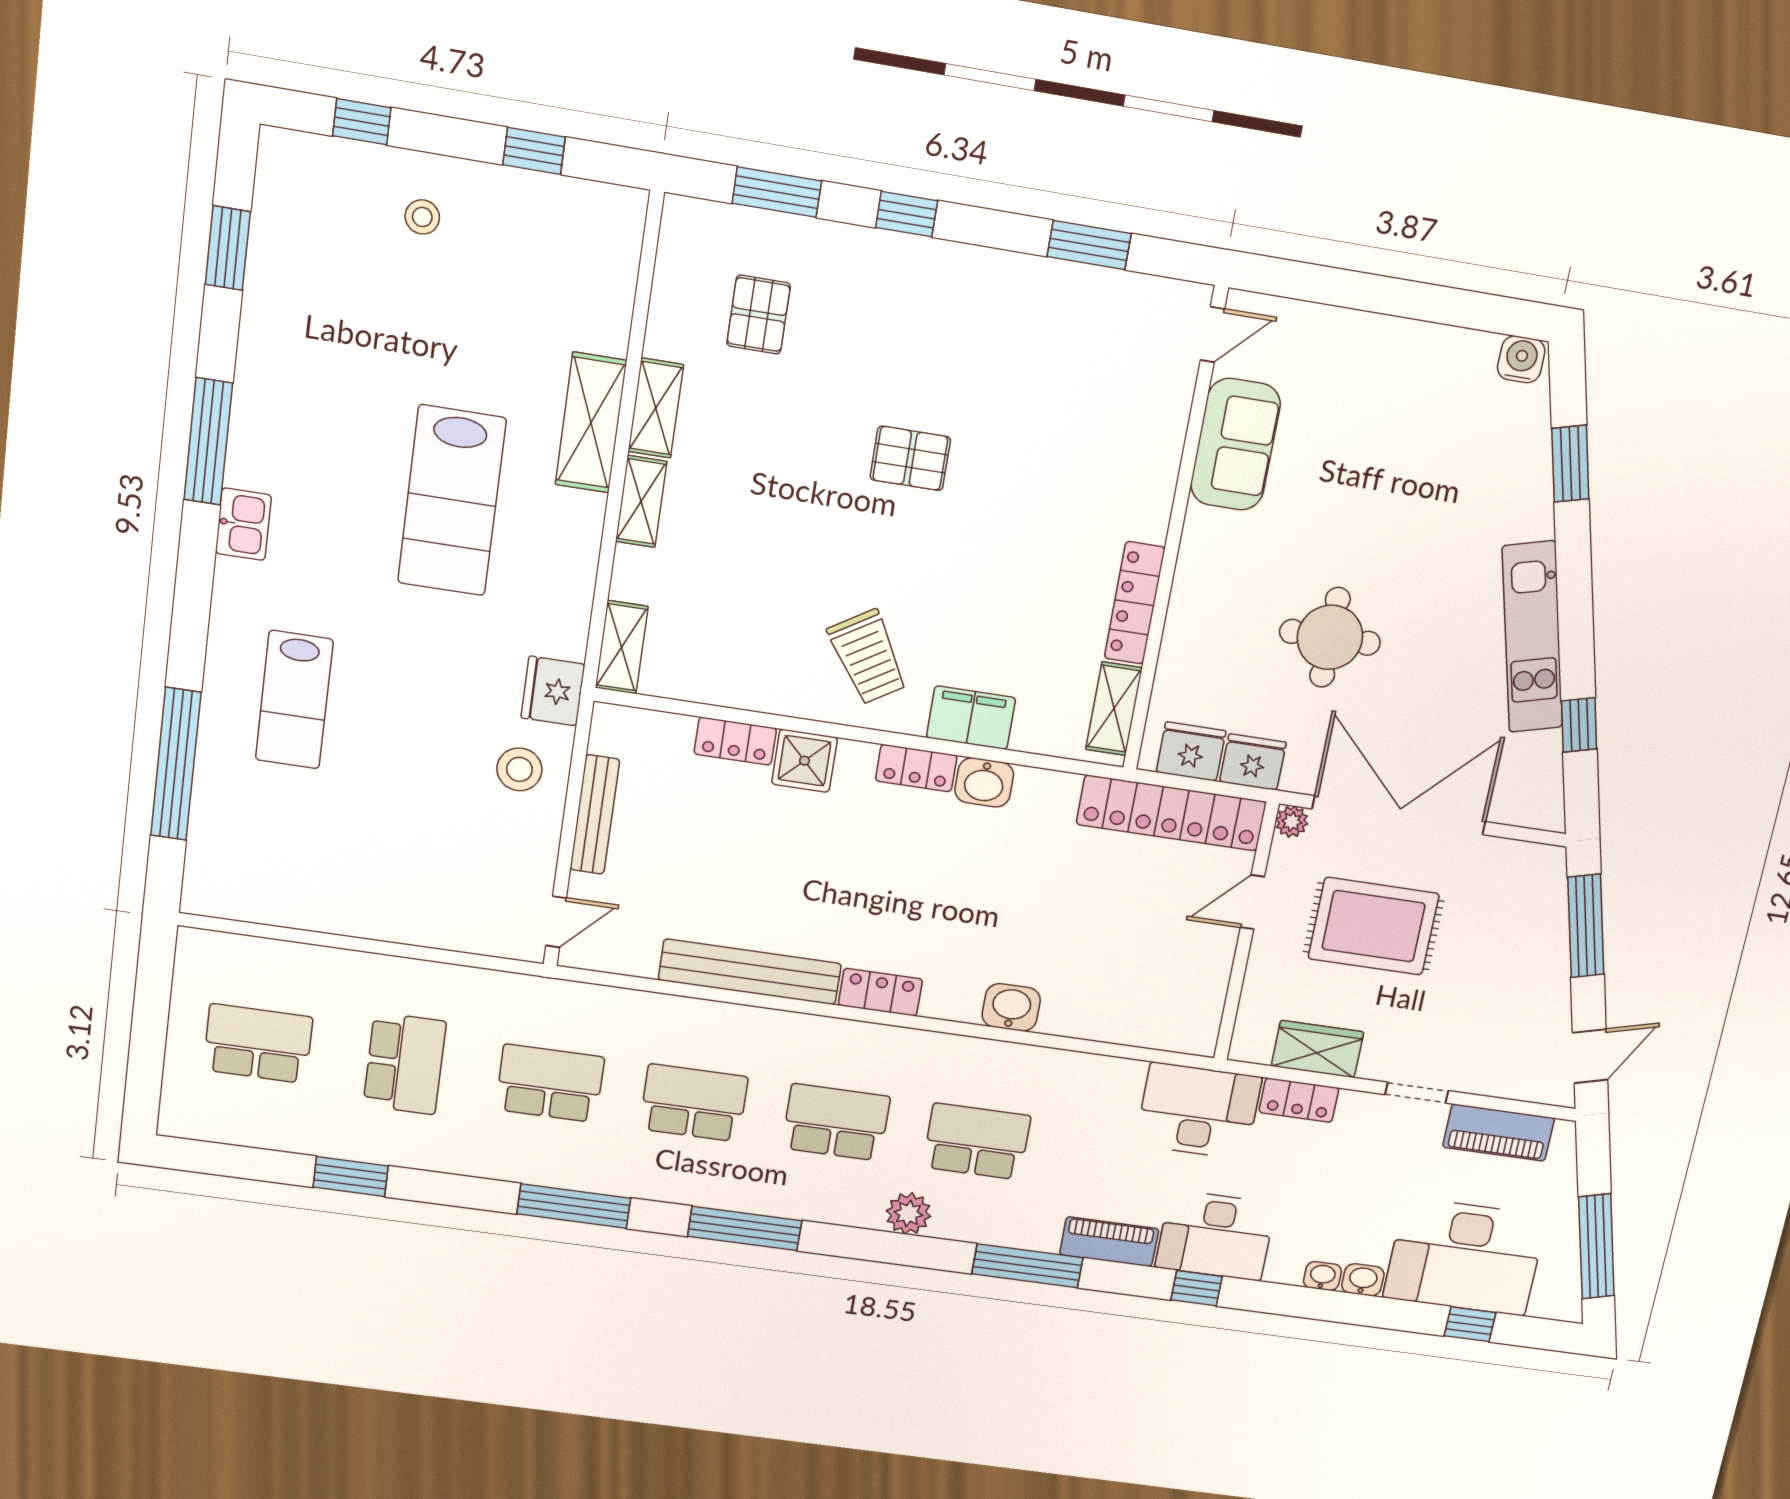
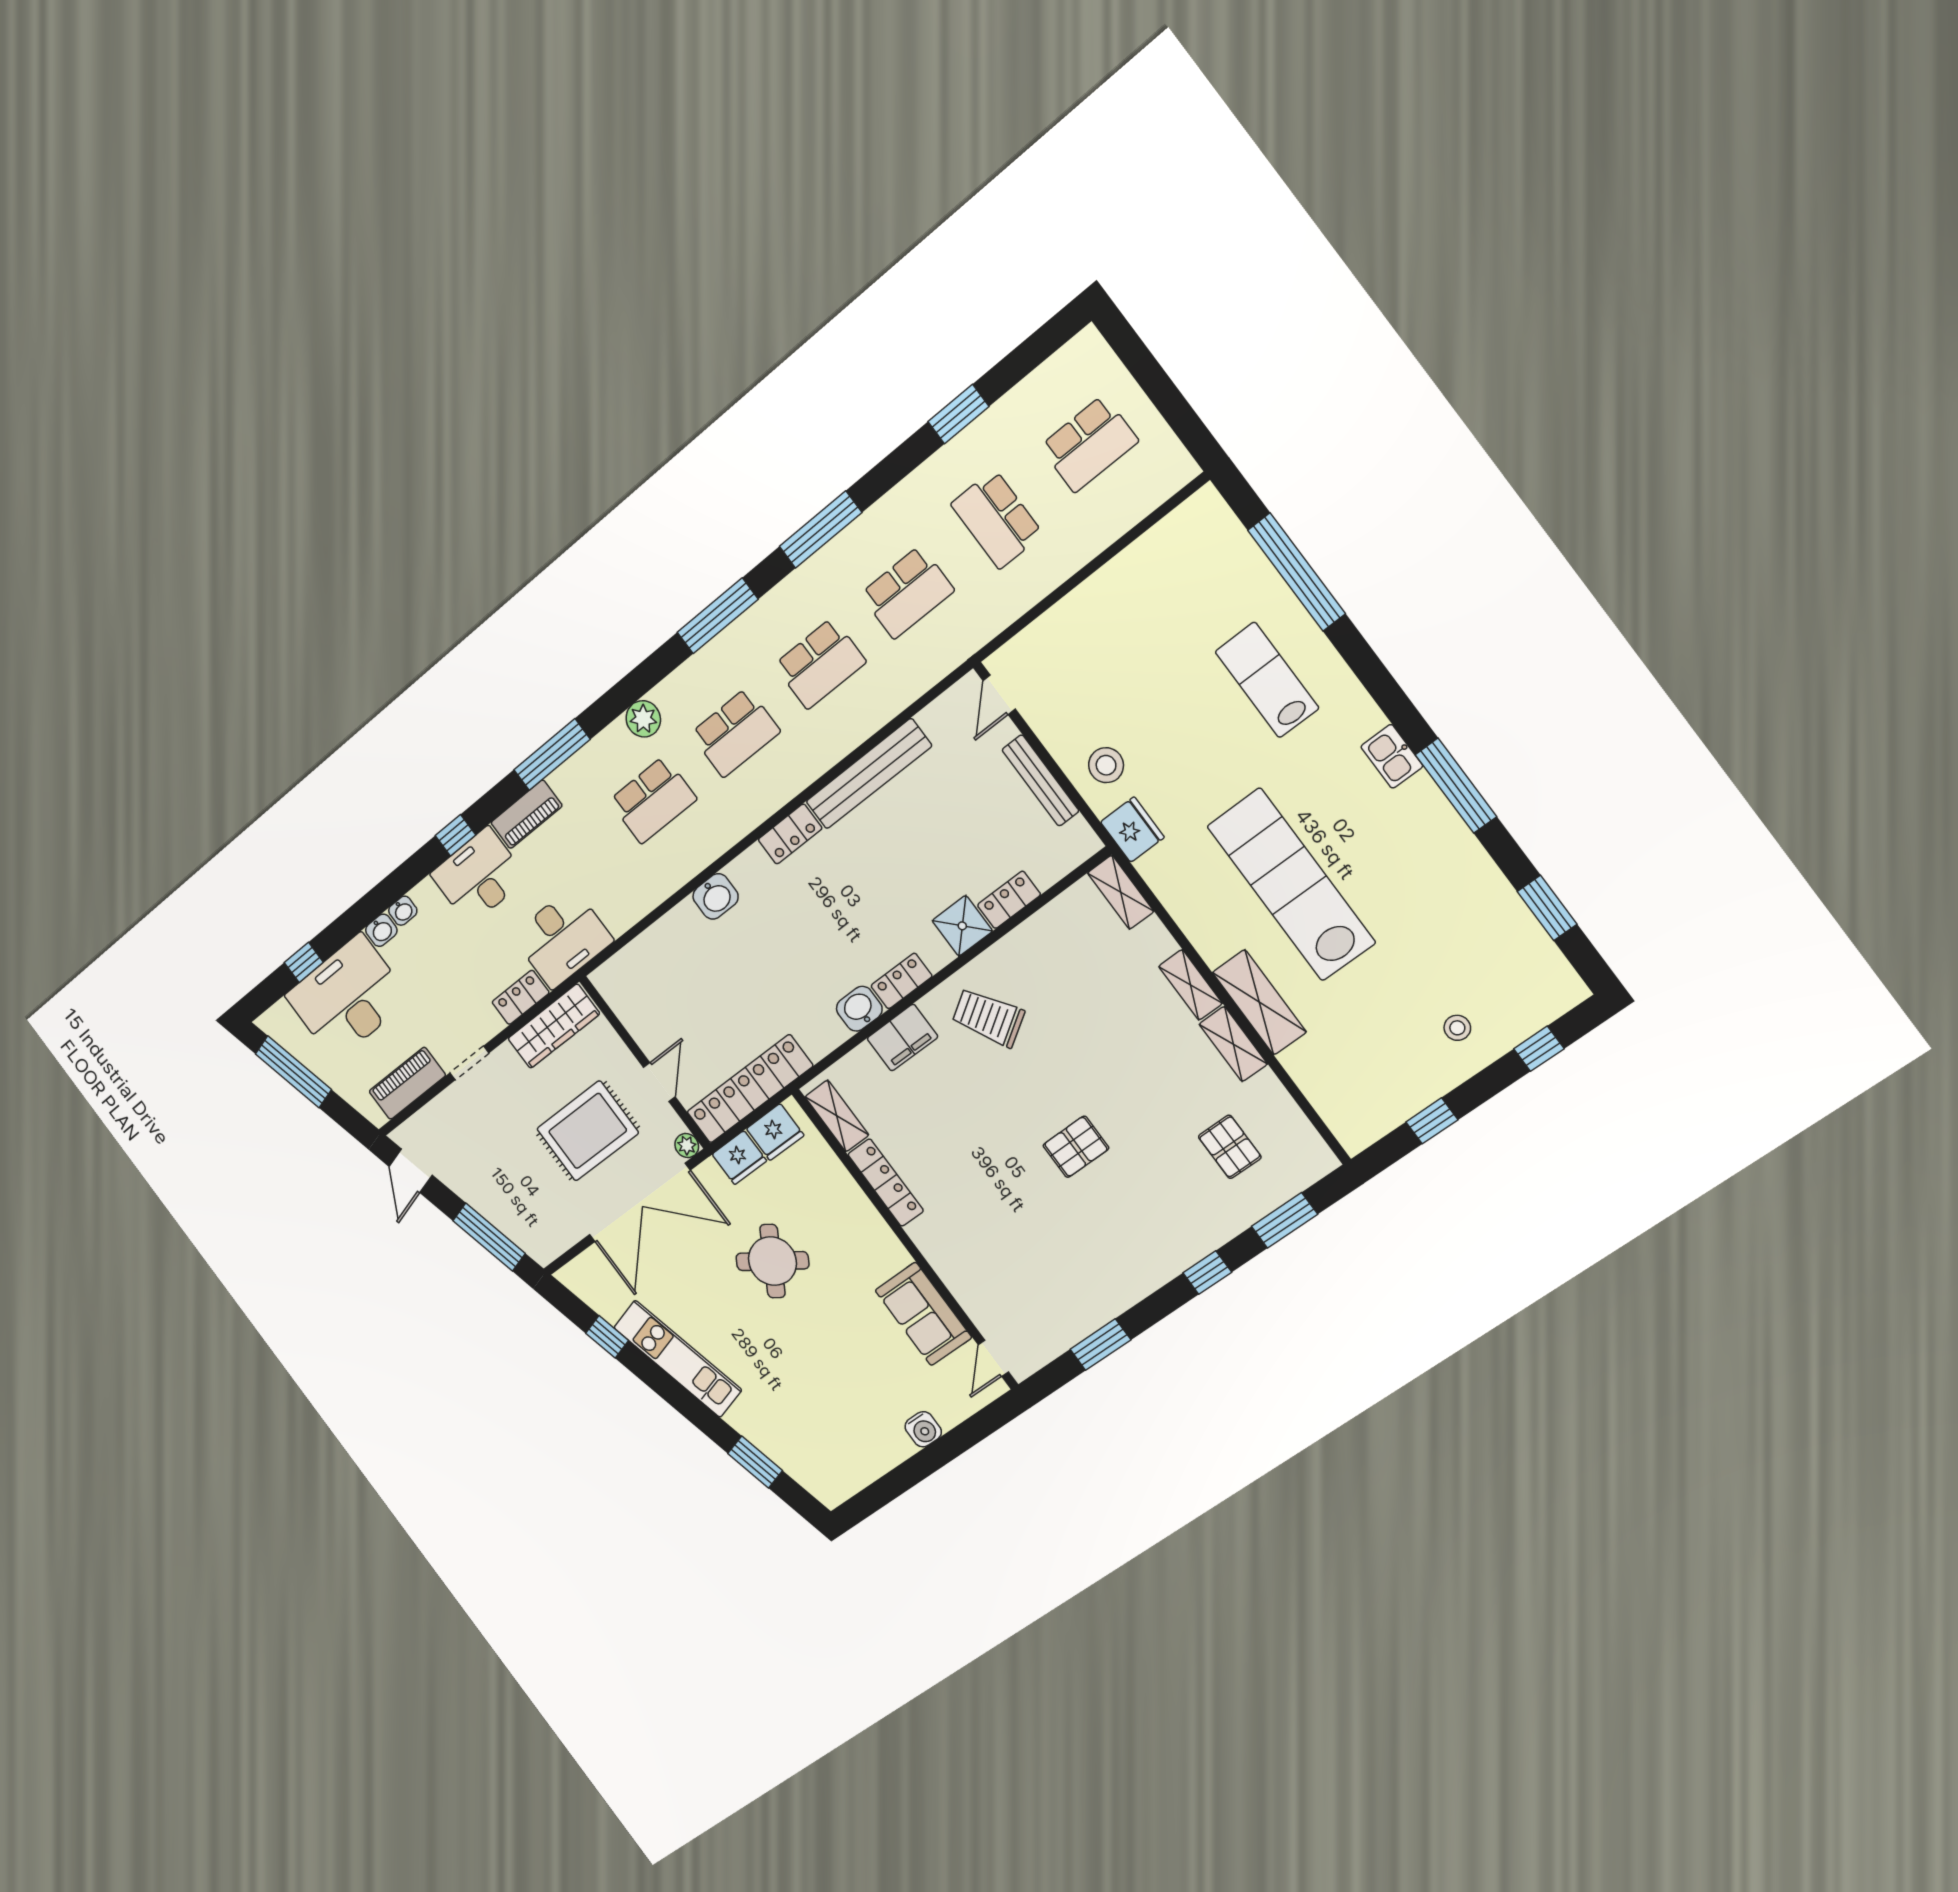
water cooler: (1521, 359) -> (923, 1429), moved
lab bench: (452, 501) -> (1291, 884), width x1.36
round table: (1330, 637) -> (773, 1261), turned 32
wardrobe: (1317, 1049) -> (554, 1026), width x1.50

